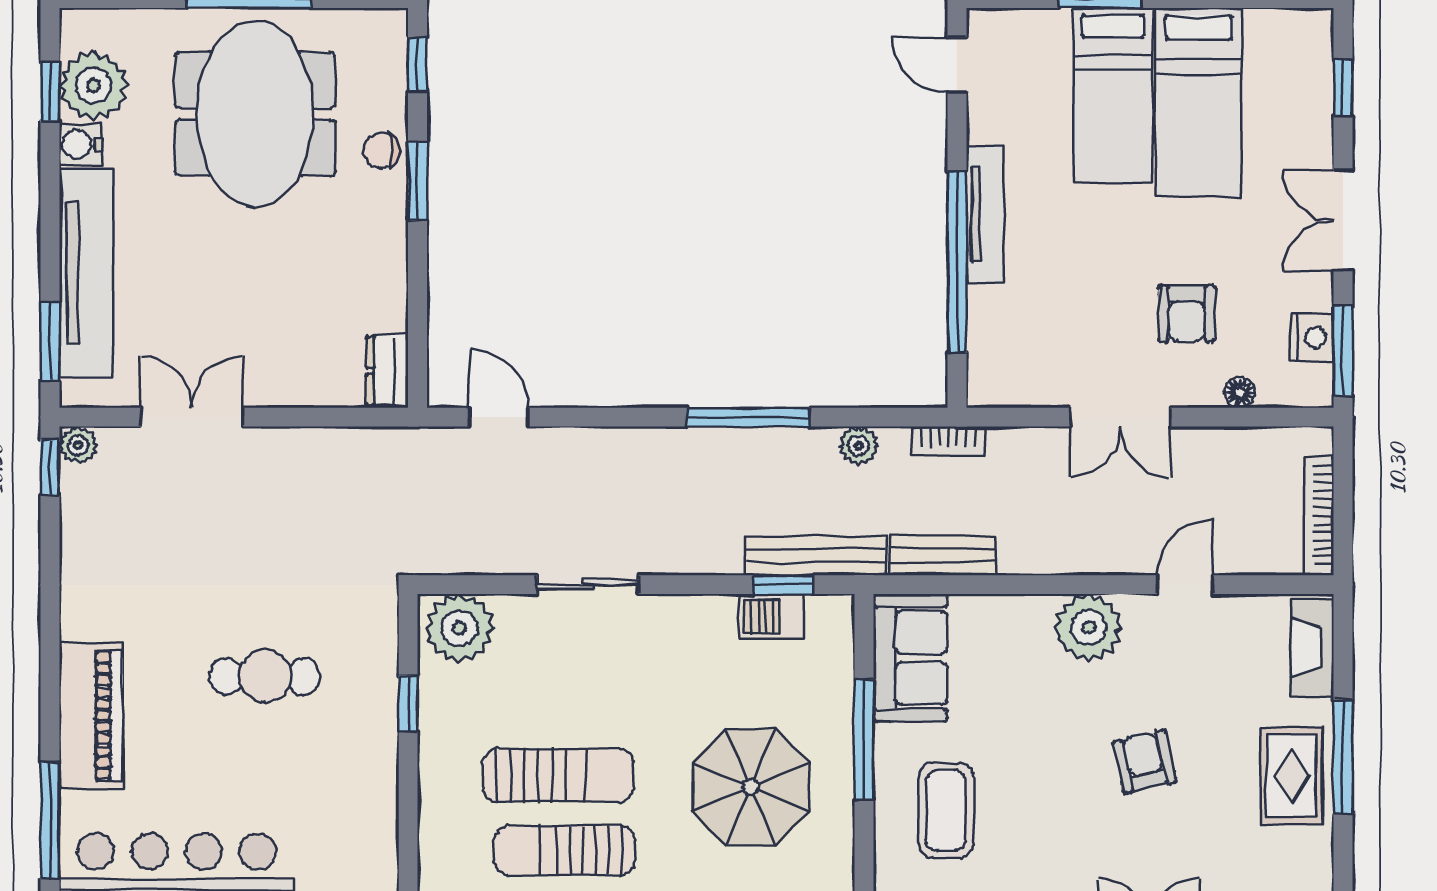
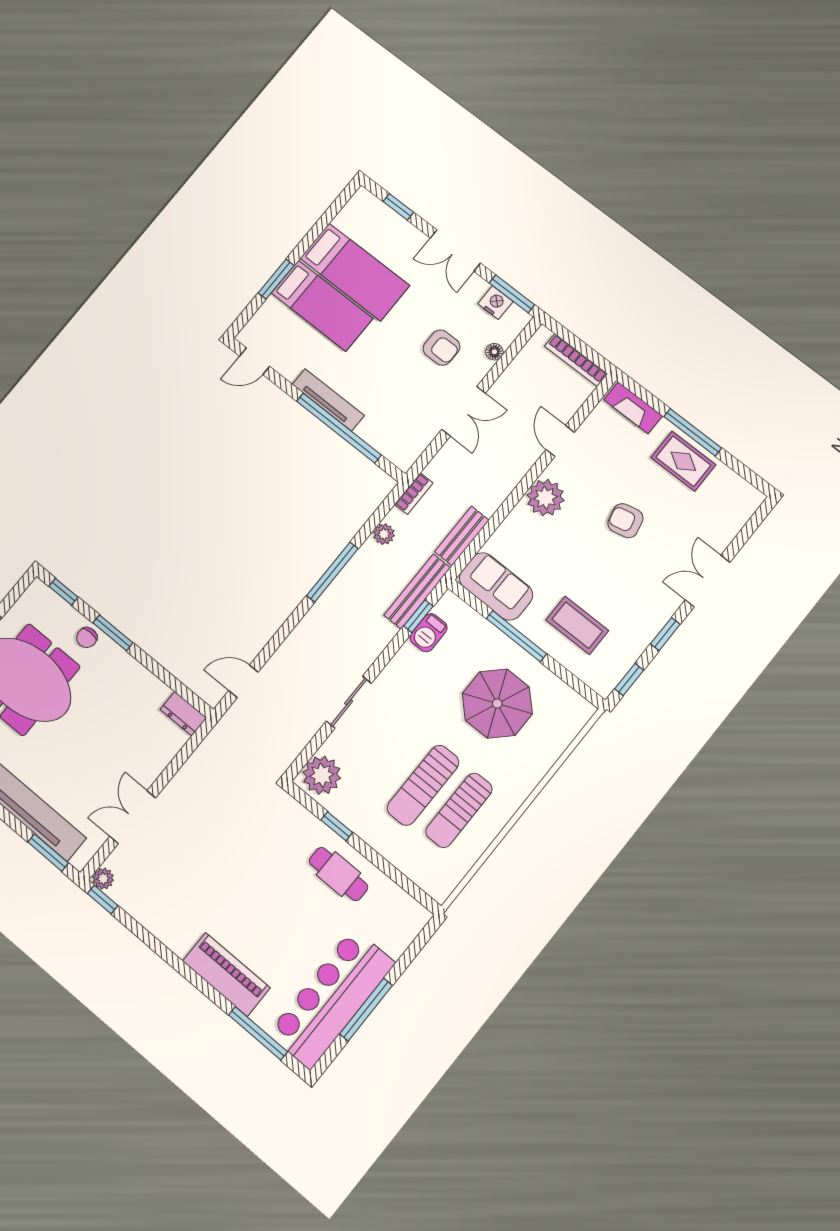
cafe table: (265, 676) -> (339, 874), moved, turned 90
sun lounger: (558, 775) -> (423, 785), turned 180

